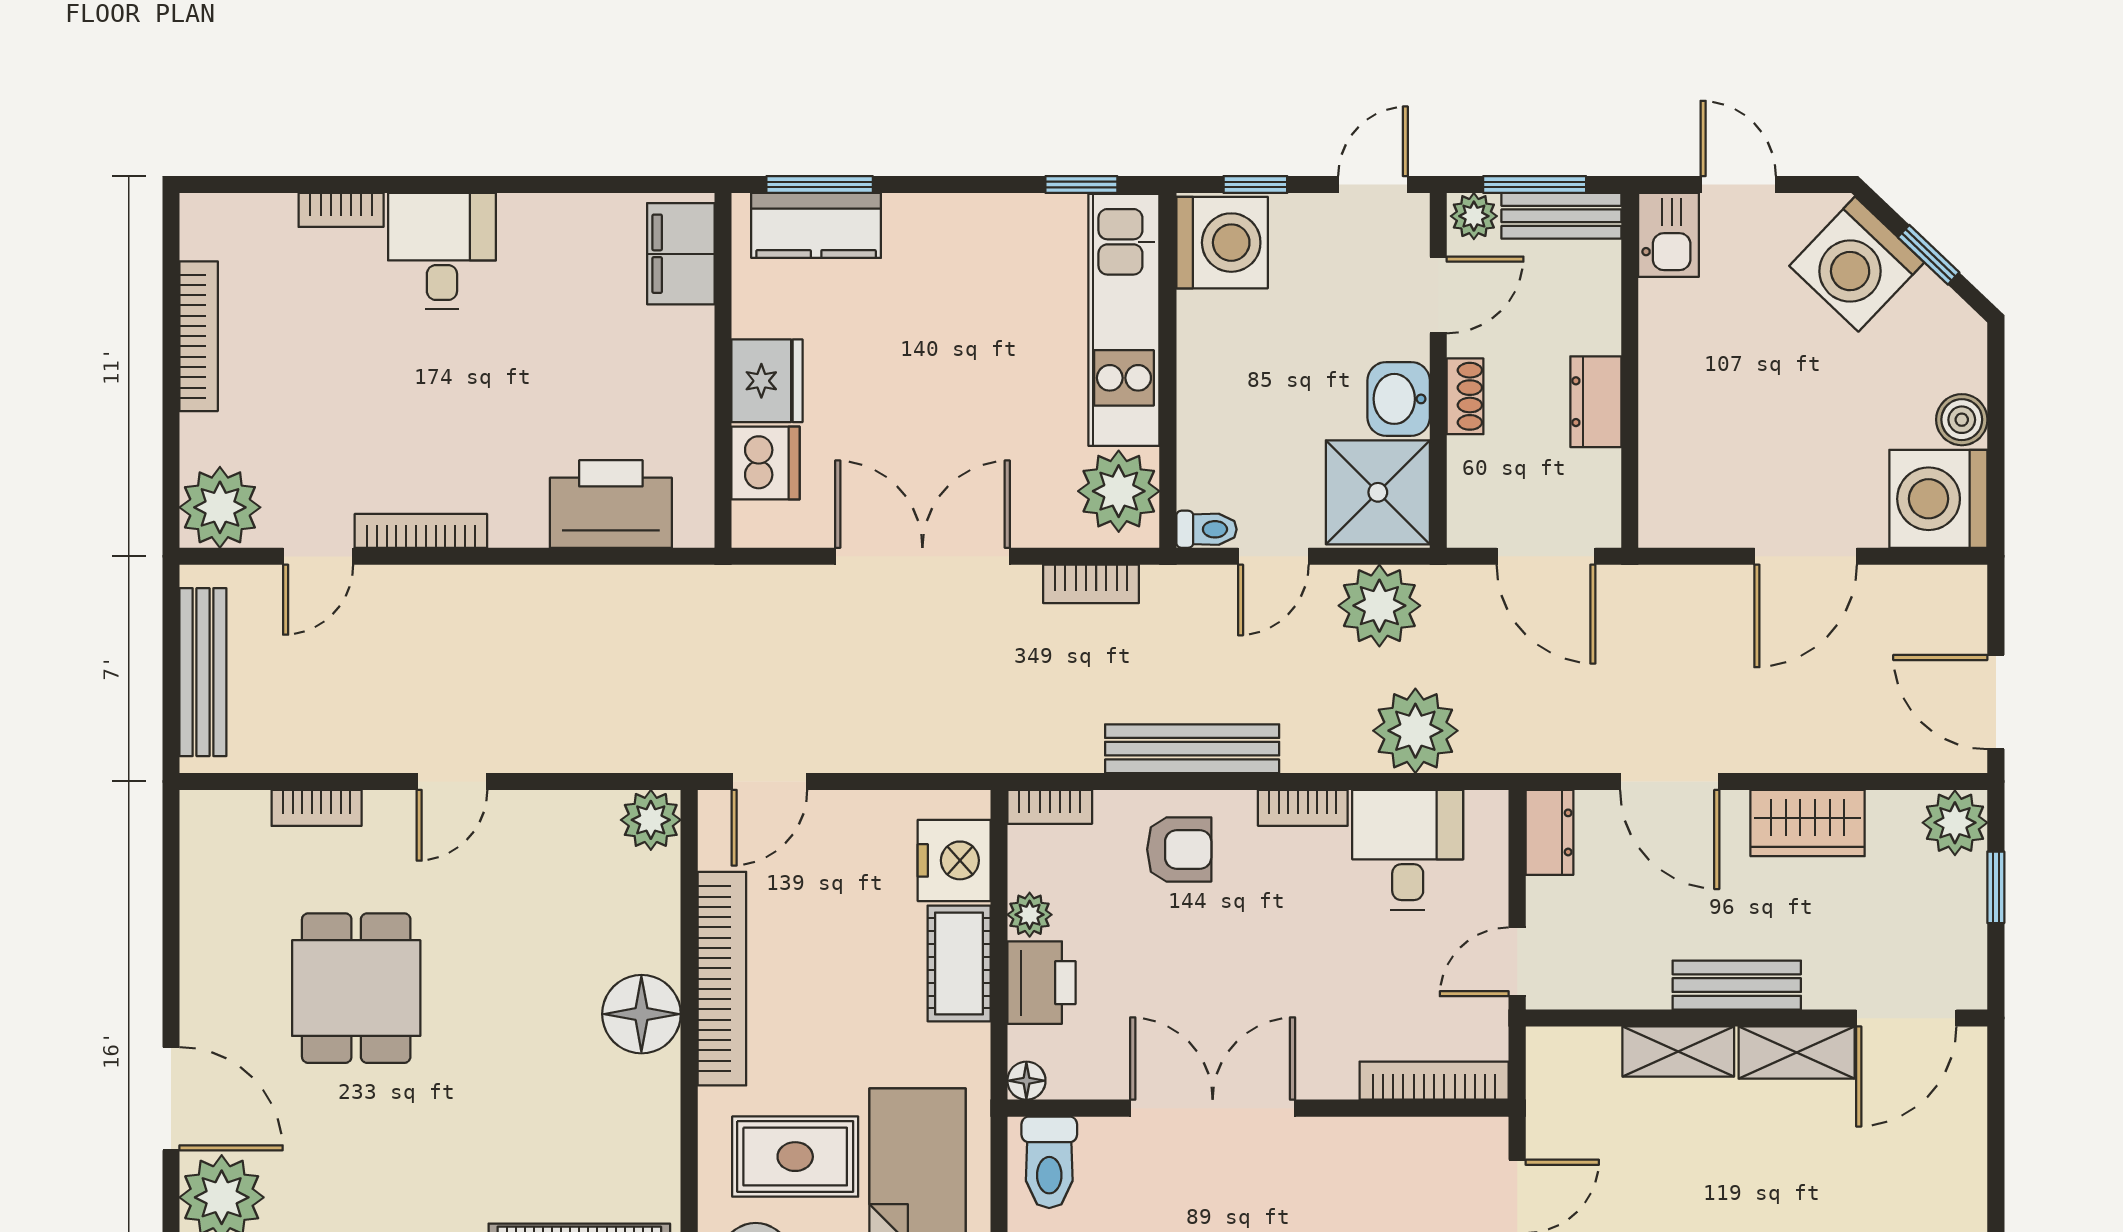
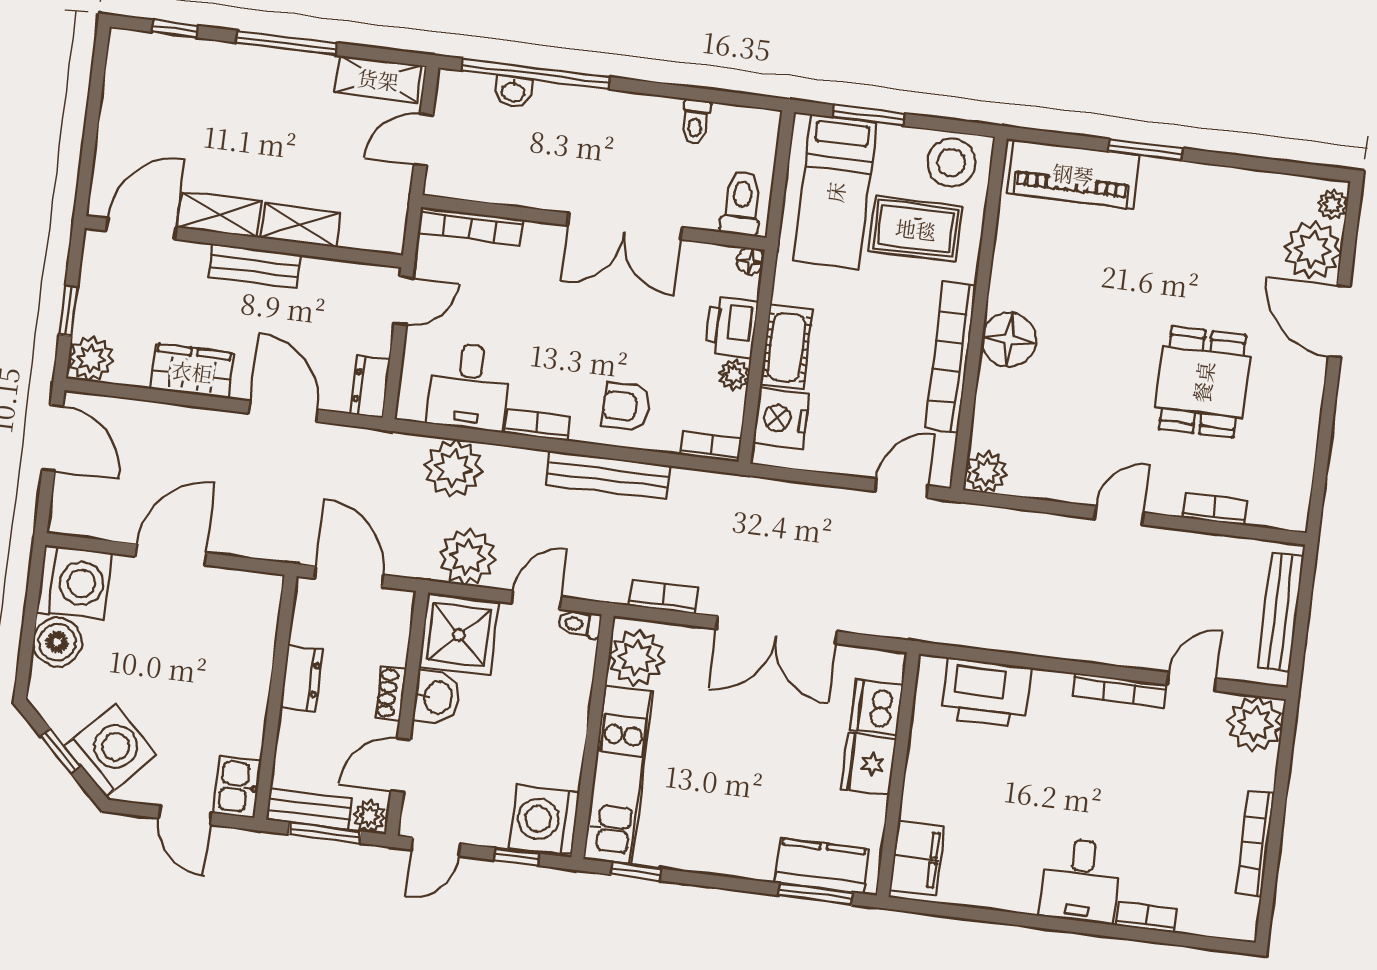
boiler: (1962, 420) -> (57, 642), width x1.36, depth x1.36

